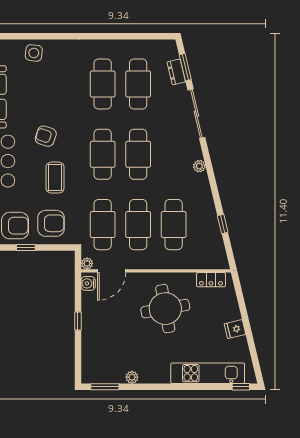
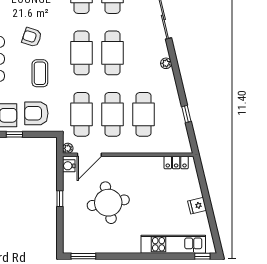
armchair: (51, 223) -> (36, 113), turned 180
round table: (165, 309) -> (108, 203), moved
plant: (132, 377) -> (107, 248), removed

